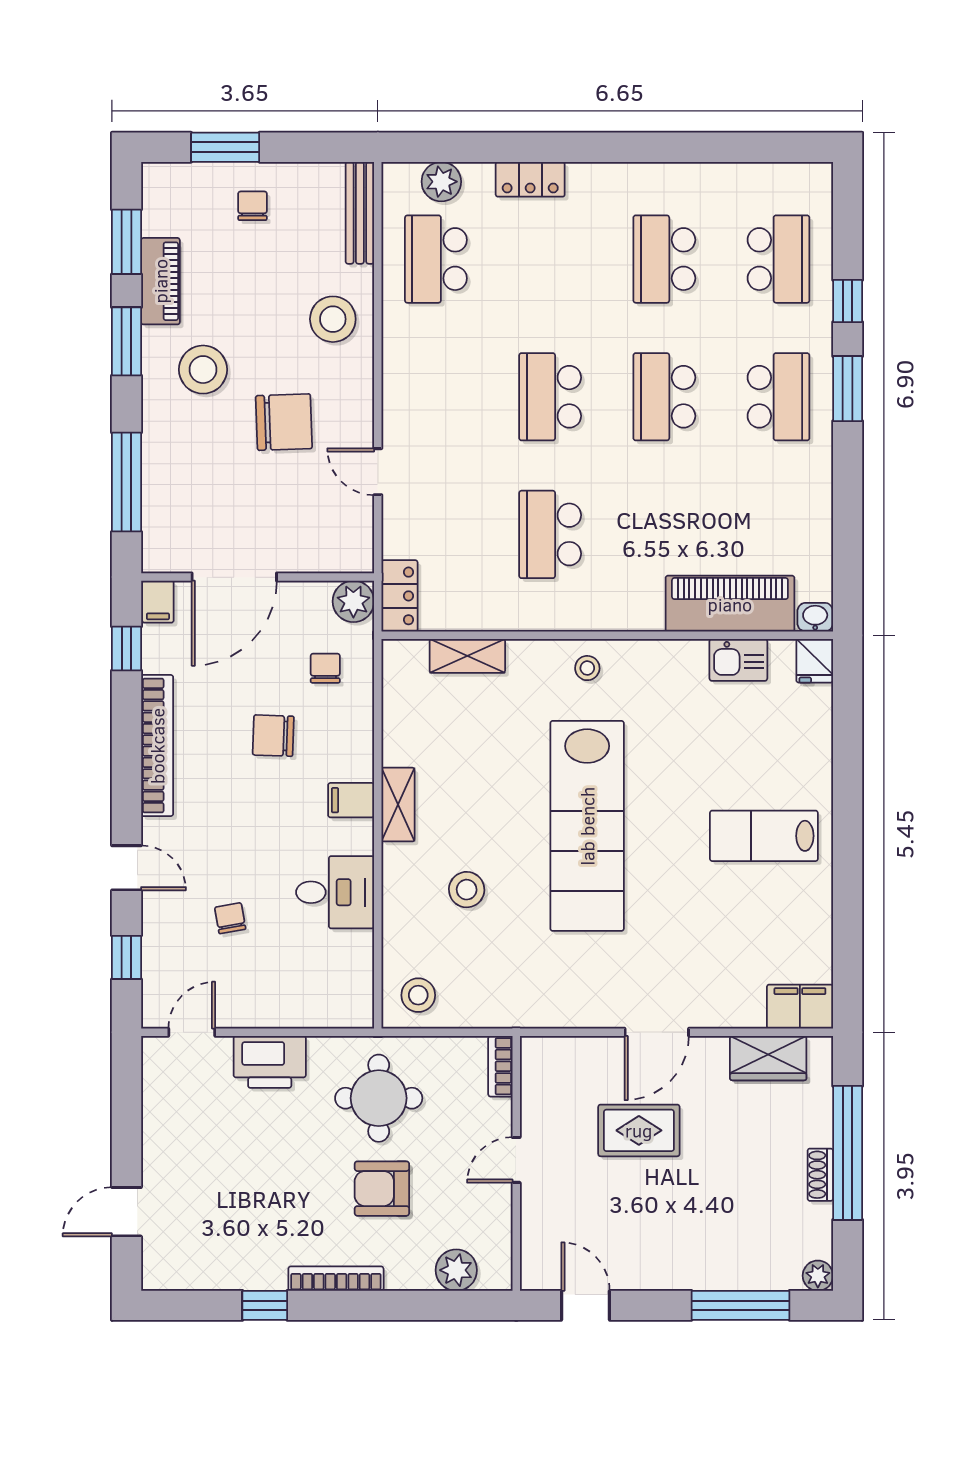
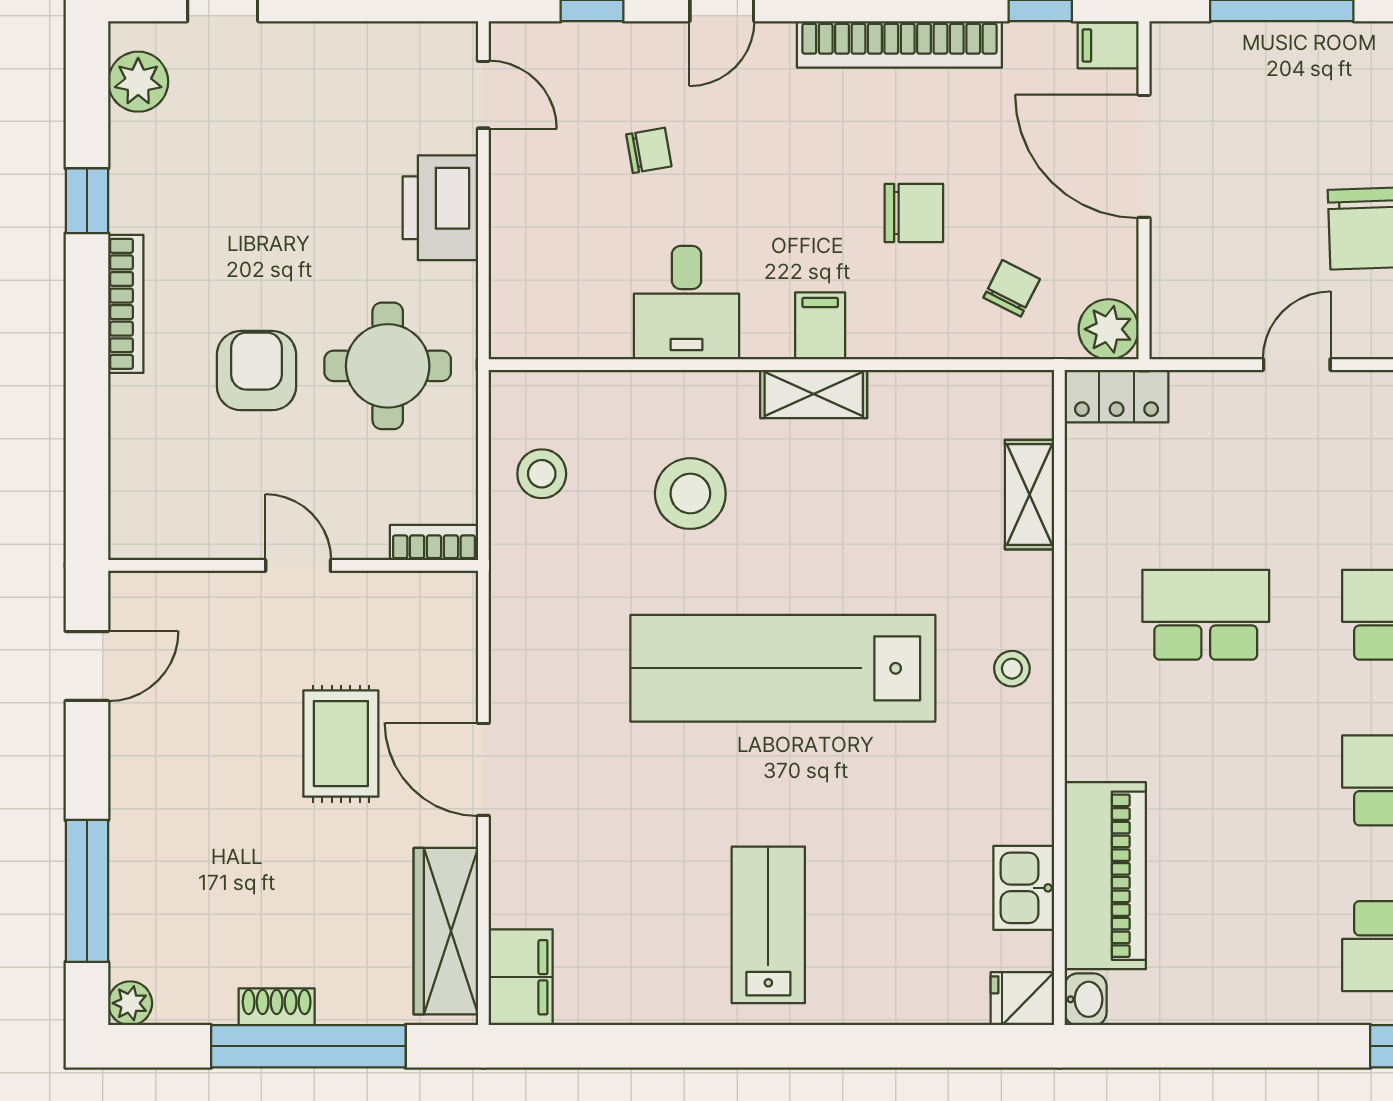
chair: (325, 668) -> (1012, 288), turned -63
chair: (273, 736) -> (914, 213), turned 88
stool: (467, 890) -> (690, 494), width x1.38, depth x1.38
stool: (418, 995) -> (542, 474), moved
wardrobe: (768, 1058) -> (446, 931), width x1.50
plant: (456, 1270) -> (138, 82), moved

